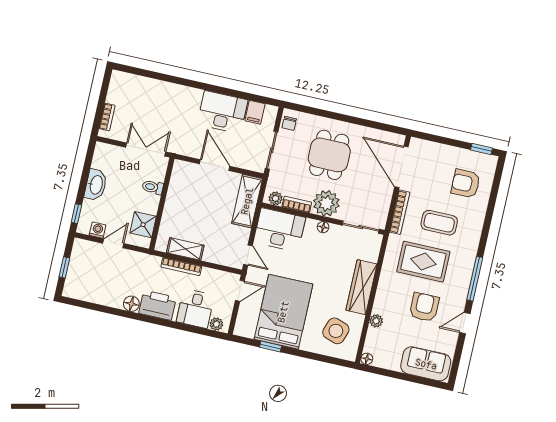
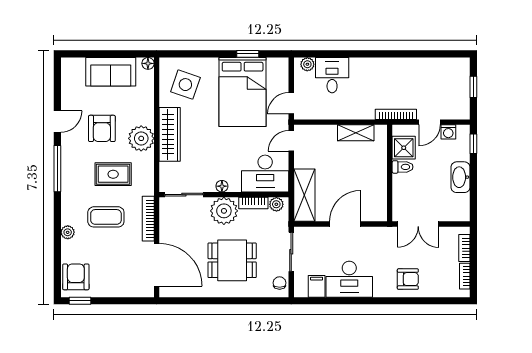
bookcase: (113, 90) -> (465, 276), added
armchair: (167, 100) -> (408, 279), added
dining table: (329, 155) -> (232, 260), turned 90
door: (215, 165) -> (345, 224), swing flipped
armchair: (466, 183) -> (76, 277), moved, turned -90
toilet: (153, 187) -> (403, 167), moved
plant: (479, 216) -> (68, 232), added
door: (248, 255) -> (291, 141), hinge flipped
rug: (423, 262) -> (113, 174), width x0.73, depth x0.70
bookcase: (181, 266) -> (396, 114), moved
floor lamp: (131, 304) -> (398, 65), removed
printer: (157, 305) -> (371, 70), removed
plant: (376, 321) -> (141, 138), moved, width x1.88, depth x1.88
sofa: (426, 364) -> (111, 72), moved

